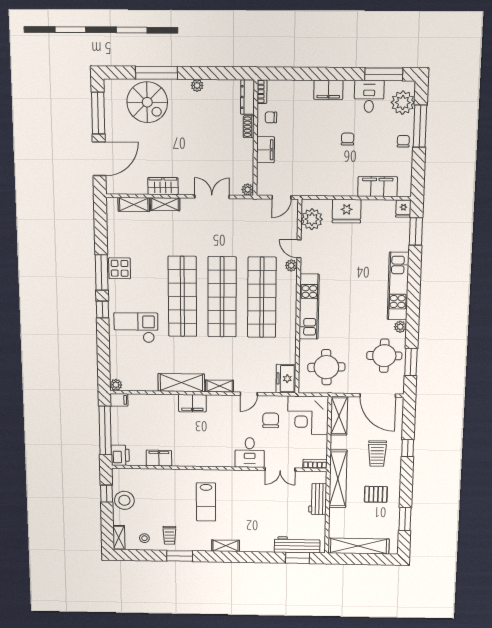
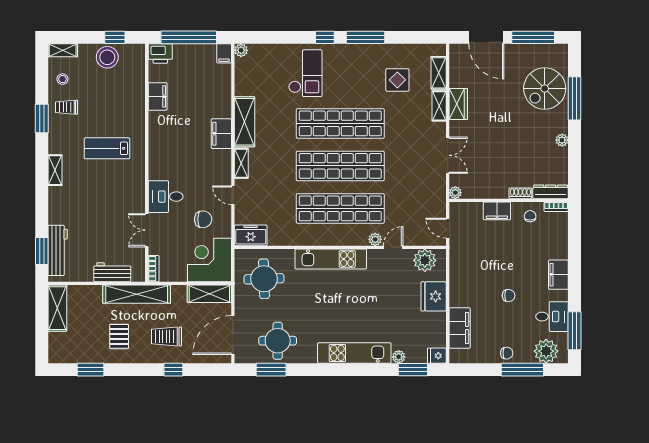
display table: (120, 268) -> (397, 80), moved
plant: (400, 327) -> (399, 357), moved
shelving: (358, 546) -> (57, 308), width x0.68

